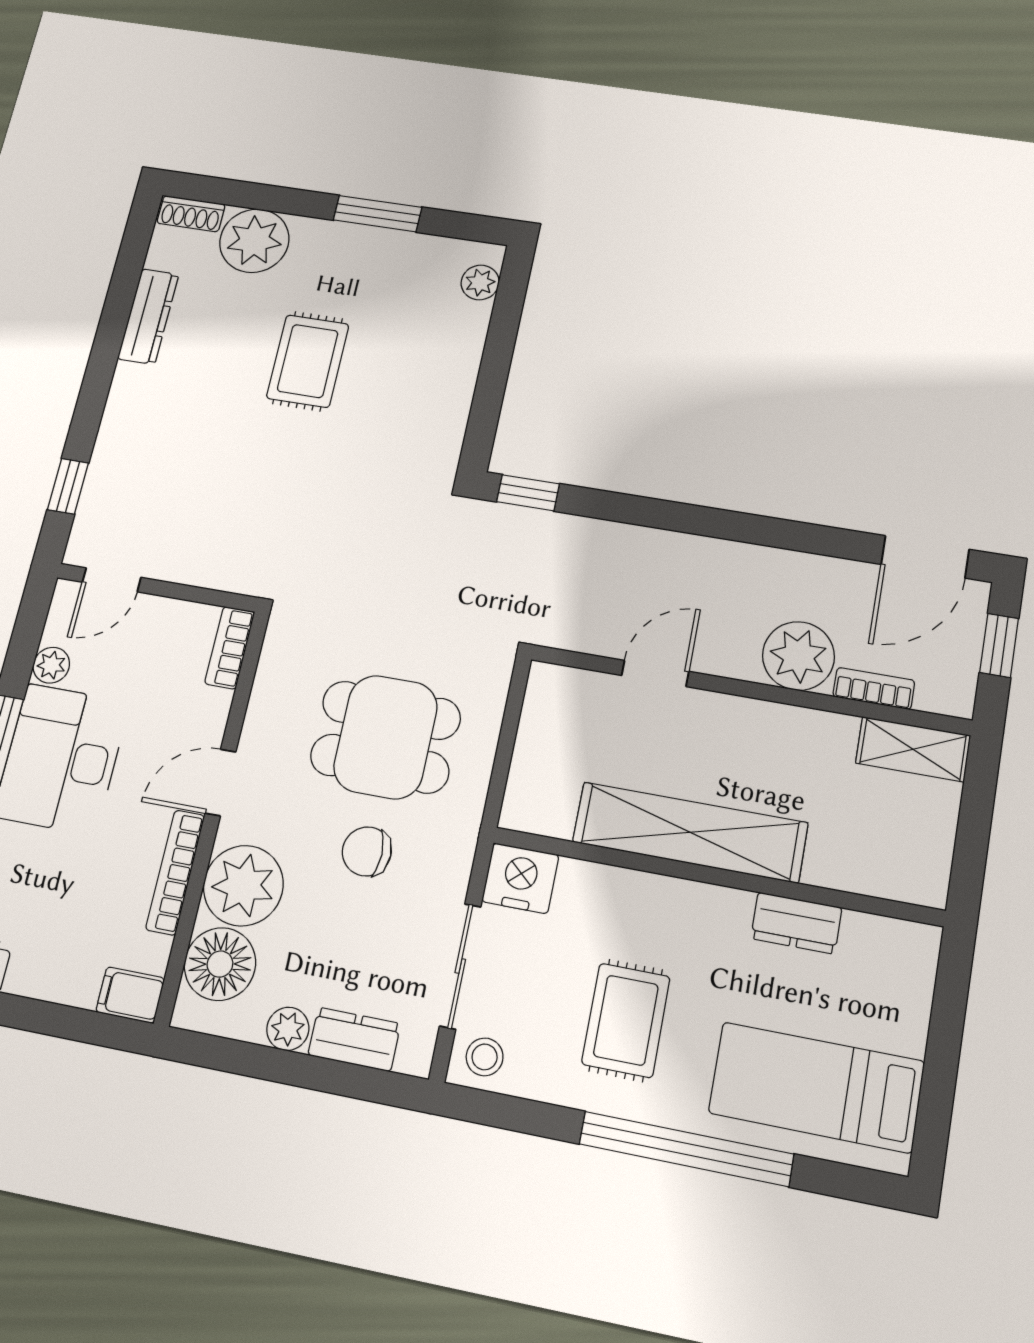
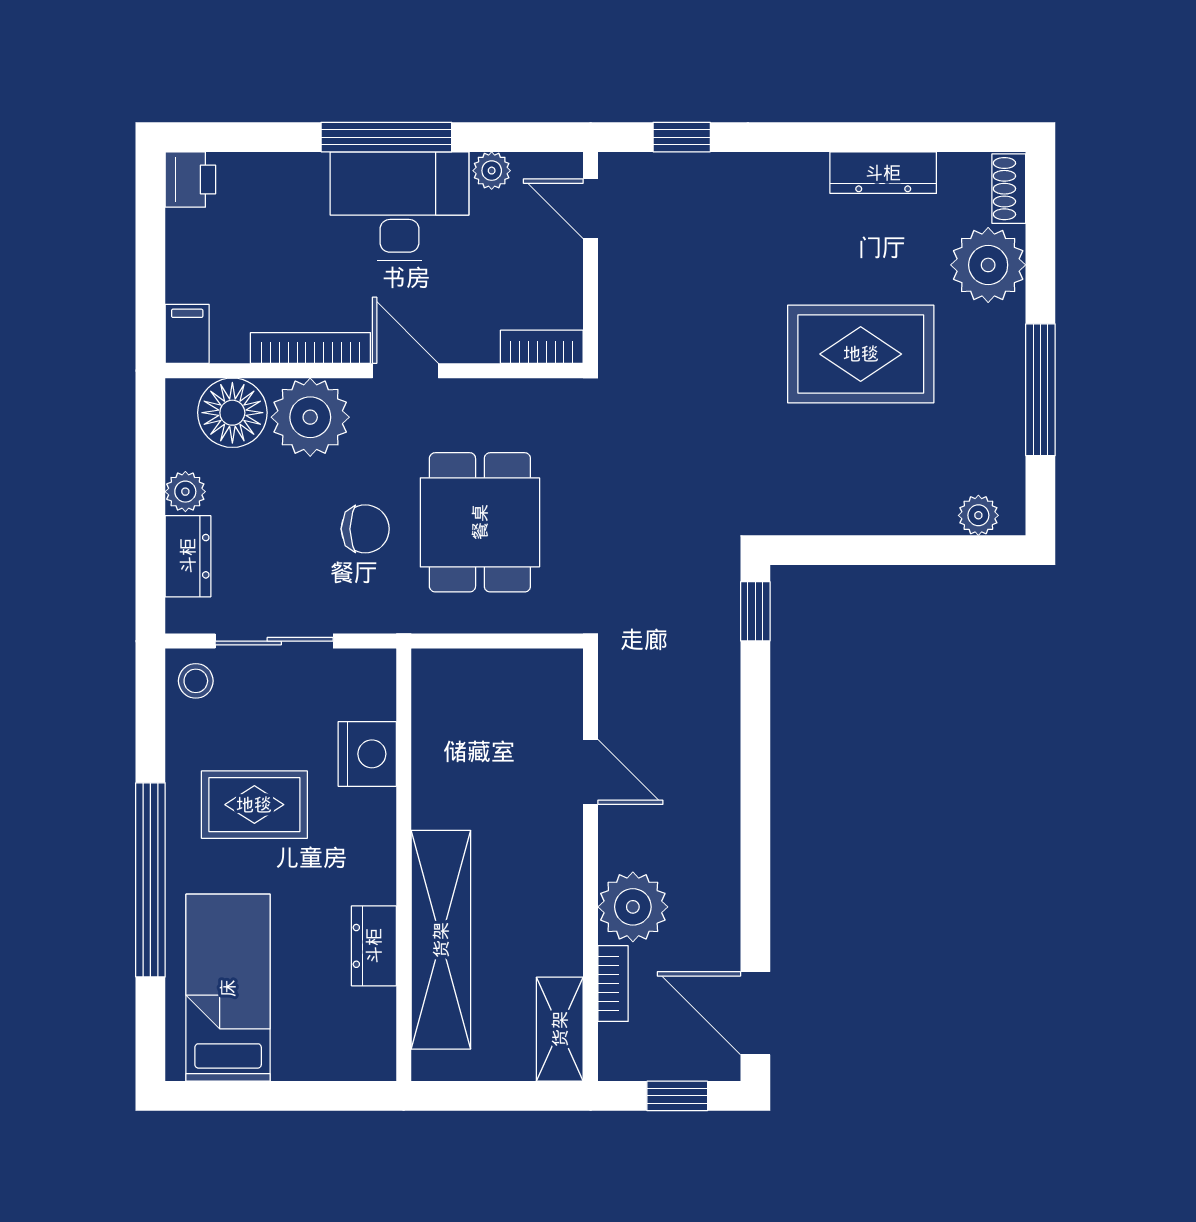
window: (378, 214) -> (1040, 390), width x1.44
rug: (308, 361) -> (861, 354), width x1.36, depth x1.43
shelving: (690, 832) -> (441, 940), moved
chair: (367, 851) -> (365, 529), turned 90
nightstand: (520, 878) -> (367, 754), moved

